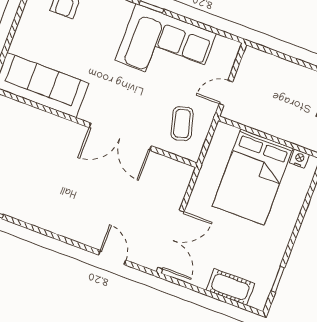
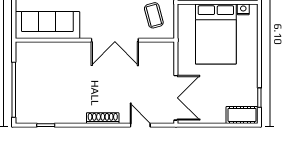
shoe rack: (68, 231) -> (103, 118), added
cot: (230, 287) -> (242, 115), moved

